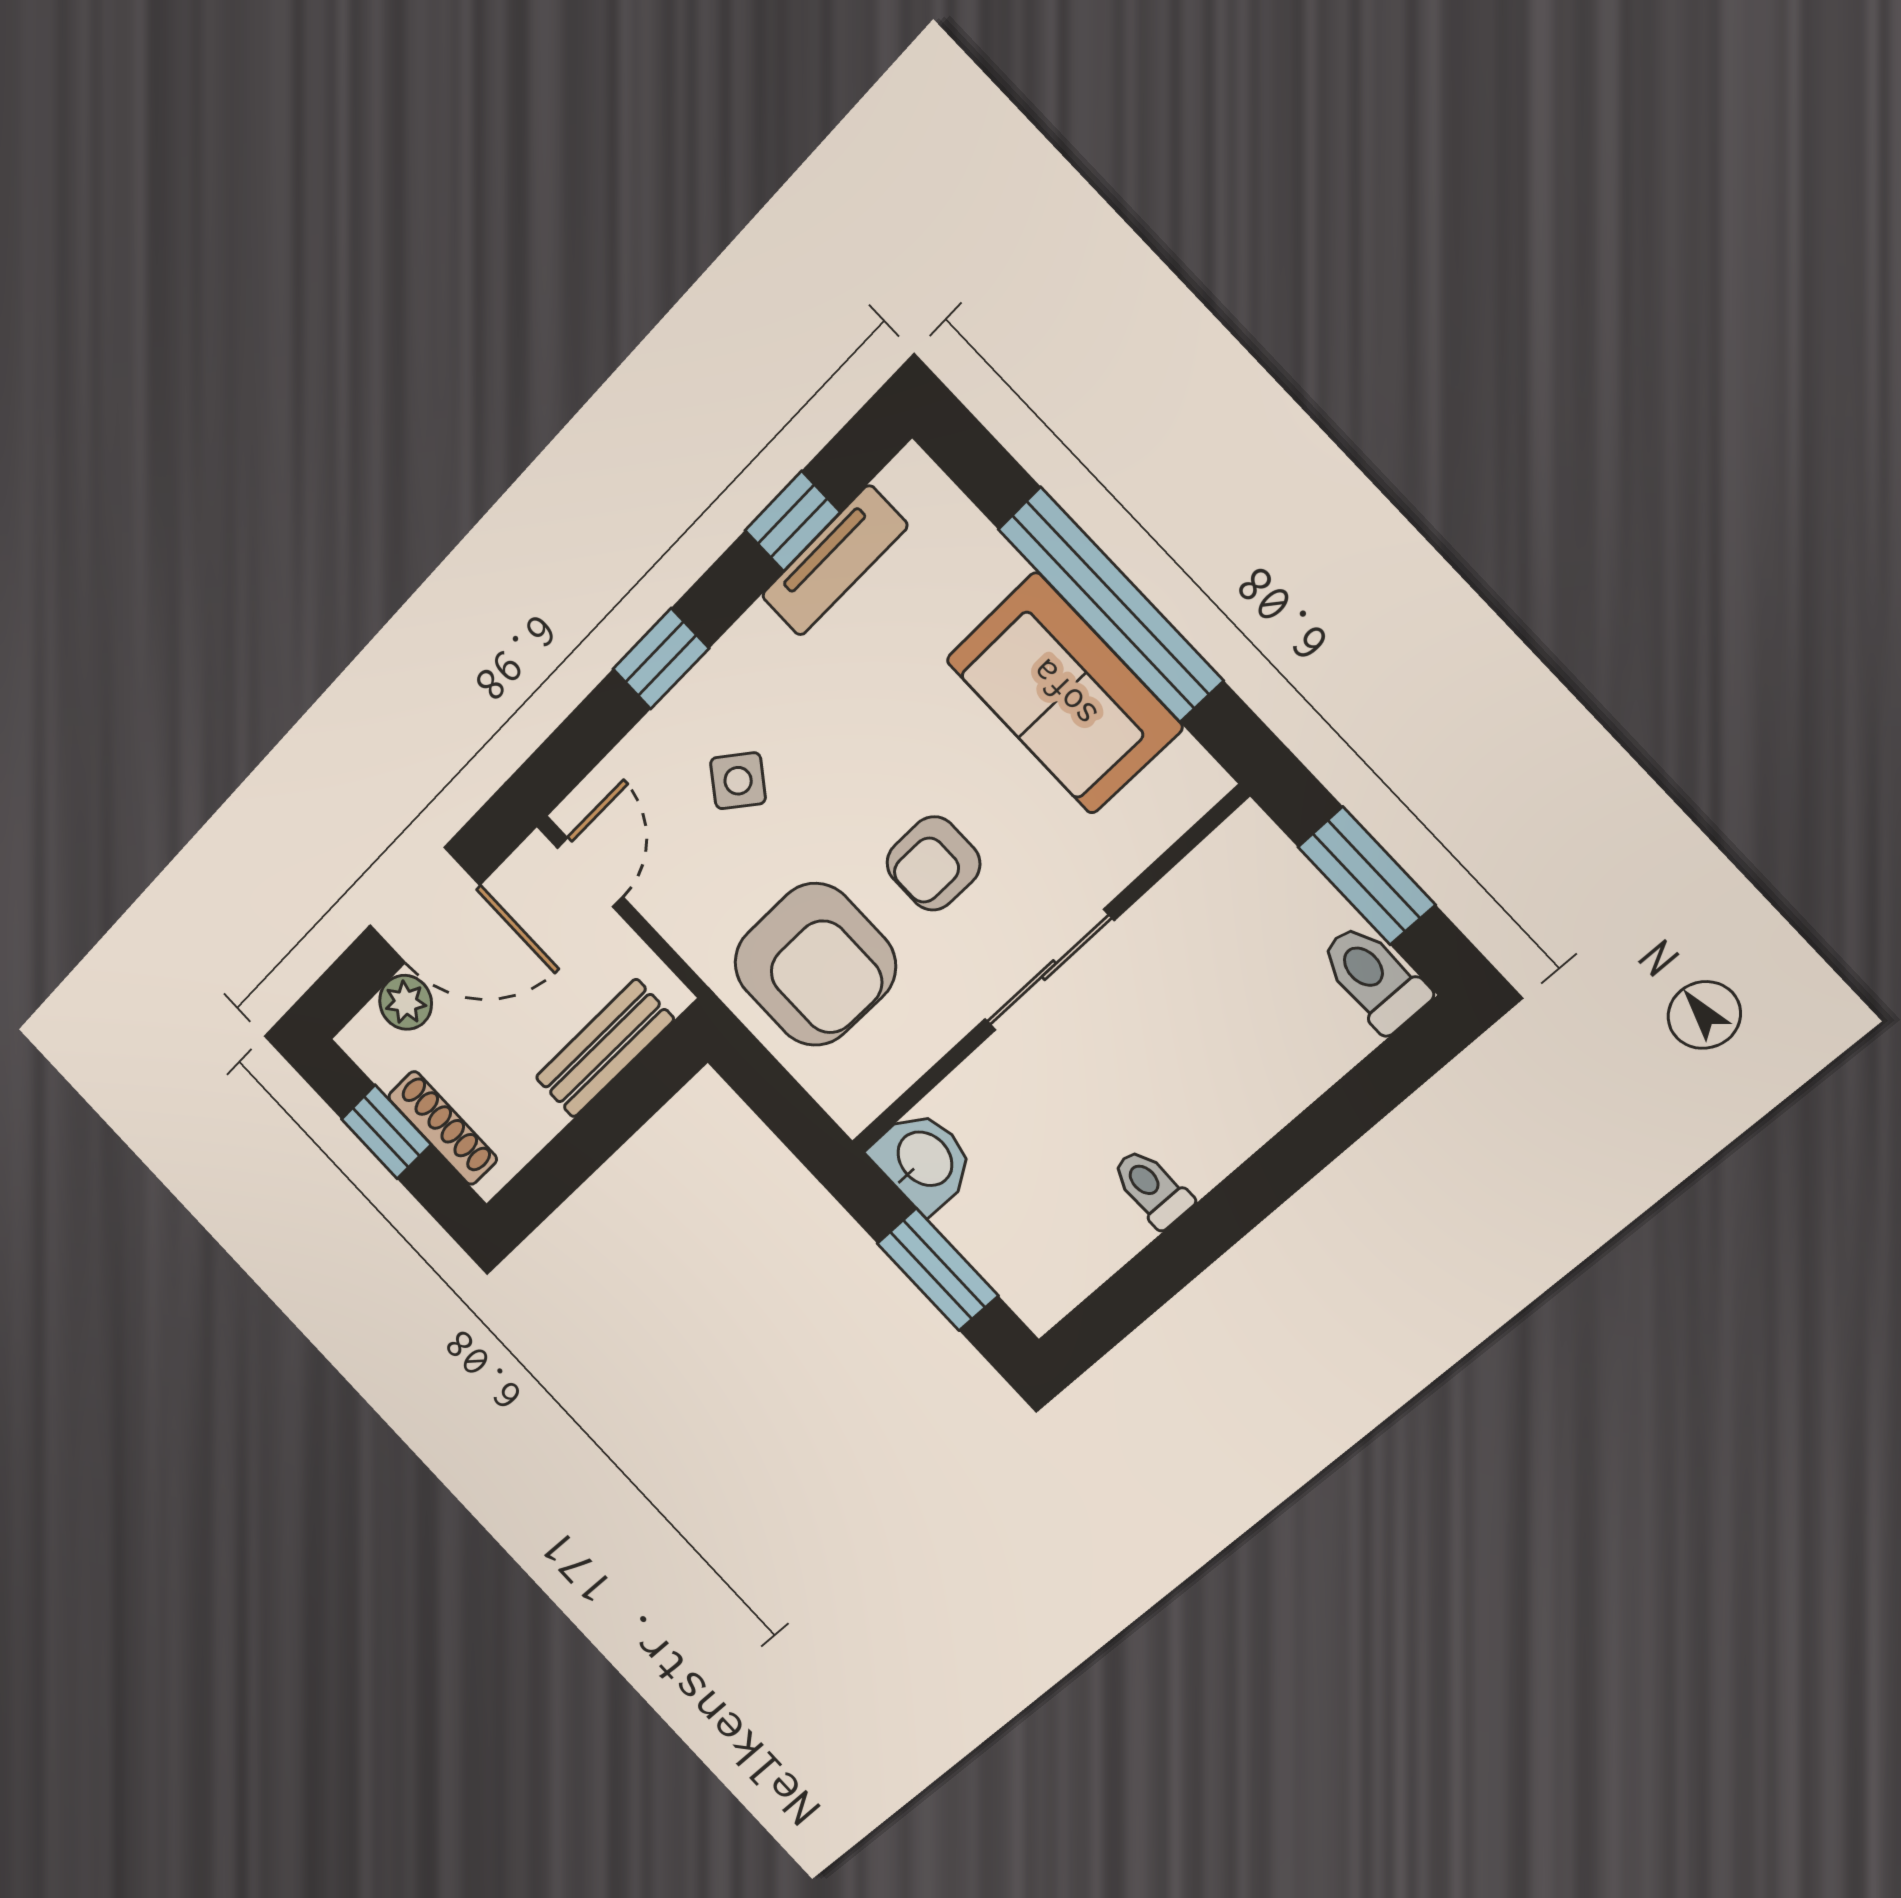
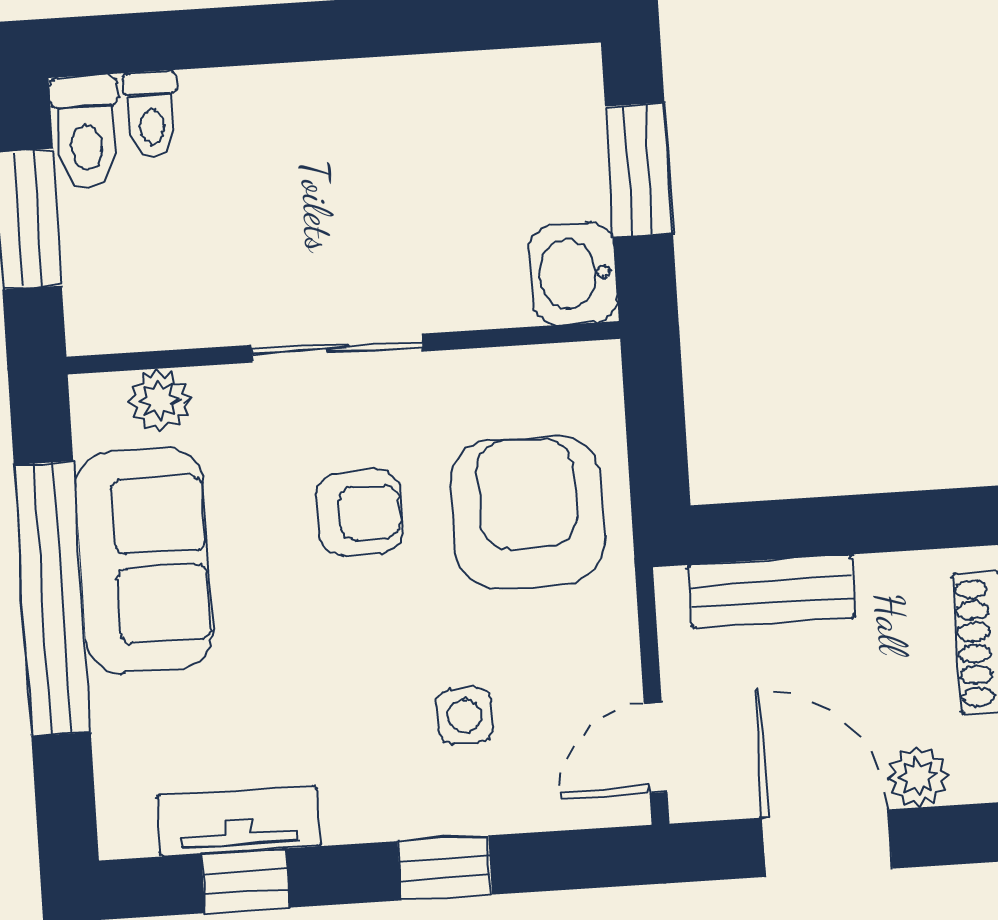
side table: (738, 781) -> (464, 716), turned -37
plant: (1151, 823) -> (160, 400), added
toilet: (1152, 1188) -> (151, 115), moved

